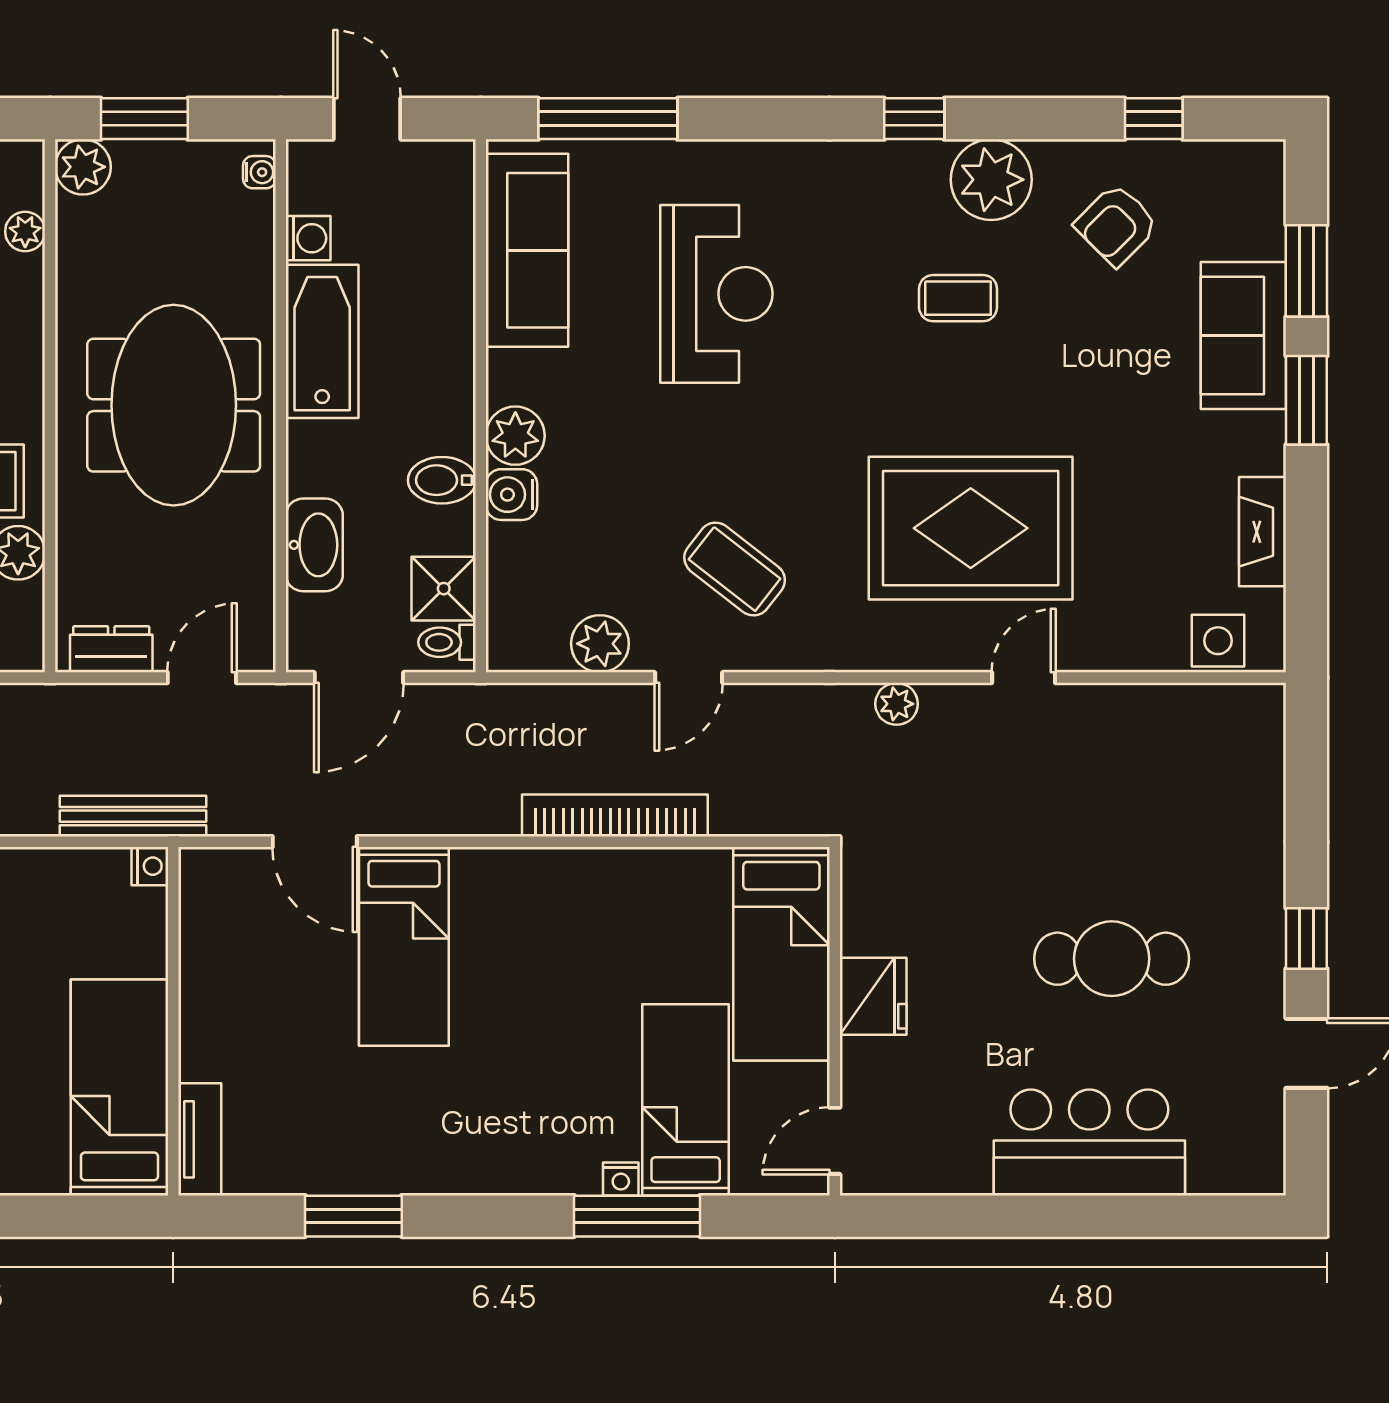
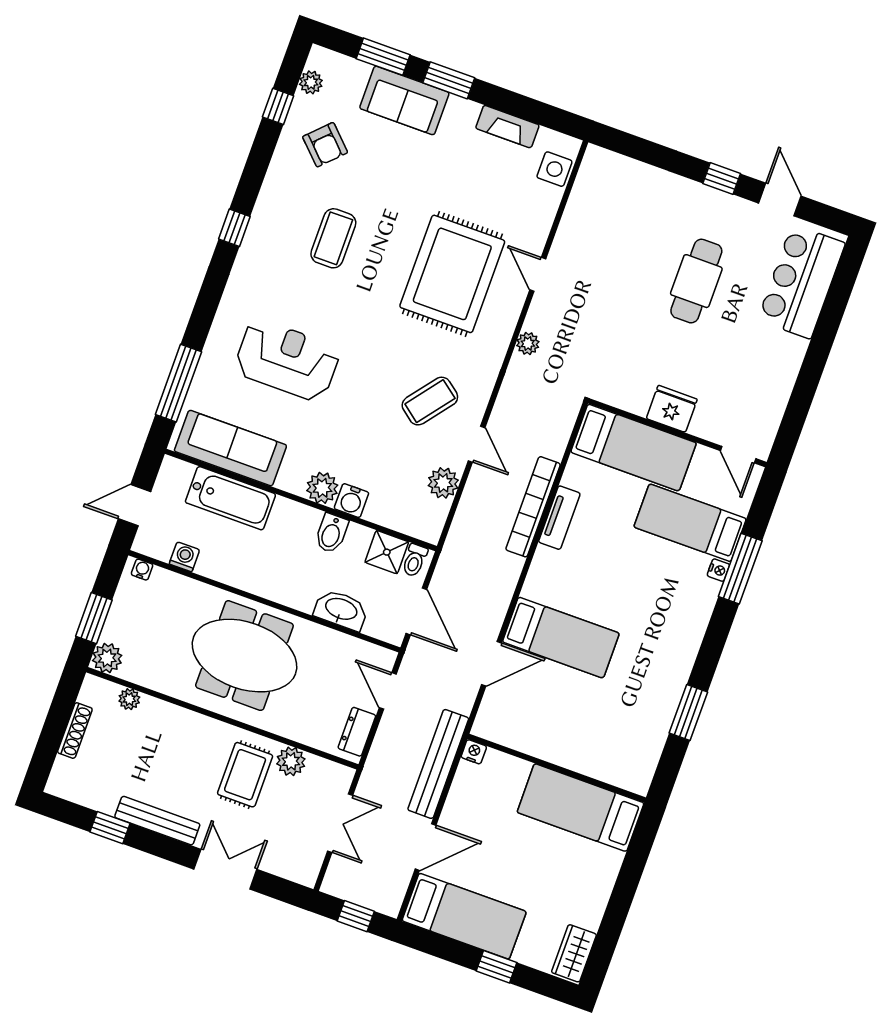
plant: (991, 180) -> (311, 82), moved, width x0.53, depth x0.53
coffee table: (958, 298) -> (333, 238), width x1.36, depth x1.30
bathtub: (322, 341) -> (230, 498), moved, turned 180
bench: (133, 816) -> (438, 764), width x1.37, depth x1.21
tv unit: (200, 1139) -> (559, 518), moved, turned 90
bar counter: (1089, 1142) -> (801, 282), moved

